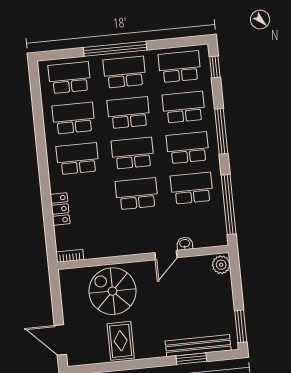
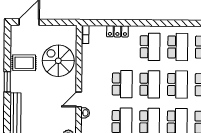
door: (166, 255) -> (79, 99), hinge flipped
spiral stairs: (112, 291) -> (58, 61), turned -90
window: (191, 359) -> (7, 82), moved

